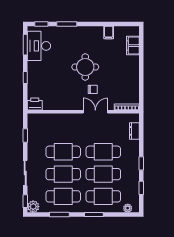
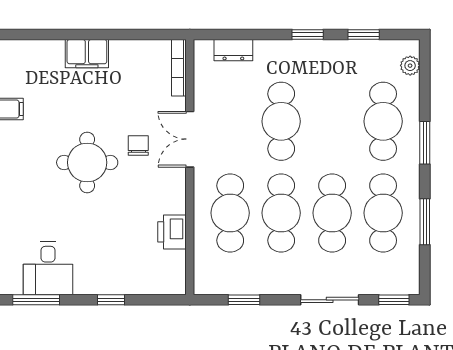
desk: (39, 46) -> (48, 268), width x0.73
filing cabinet: (133, 46) -> (87, 54), moved
printer: (35, 104) -> (172, 232), moved
cafe table: (103, 174) -> (230, 213), moved
plant: (33, 207) -> (406, 281), removed

